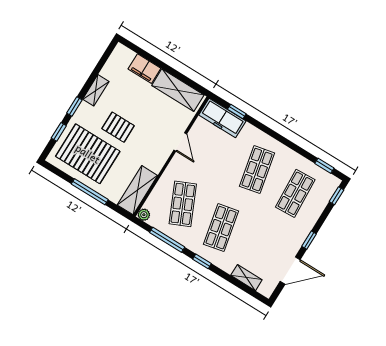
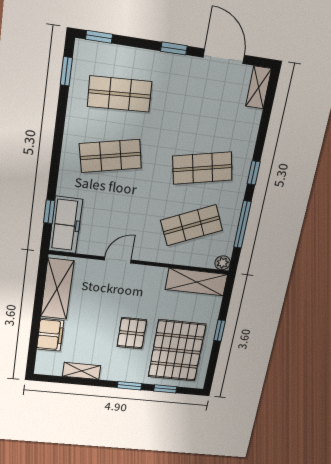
shelving: (96, 90) -> (82, 371), moved
window: (90, 192) -> (220, 330), width x0.46
shelving: (246, 278) -> (259, 87), moved

